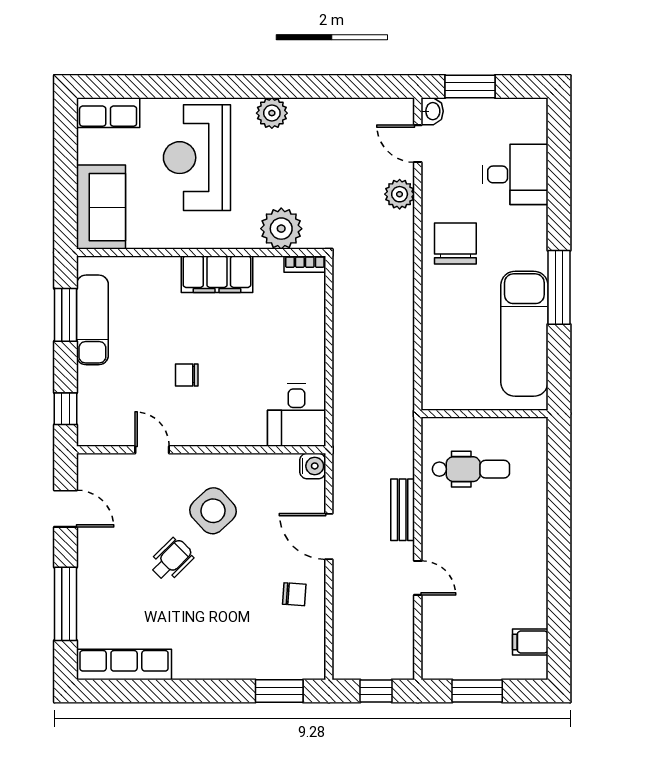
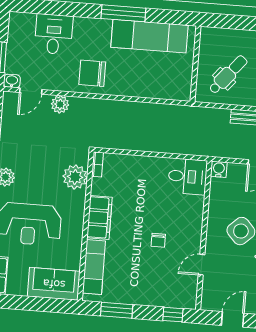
exam couch: (92, 320) -> (94, 267), moved, turned 90
dental chair: (471, 469) -> (228, 75), turned 40

